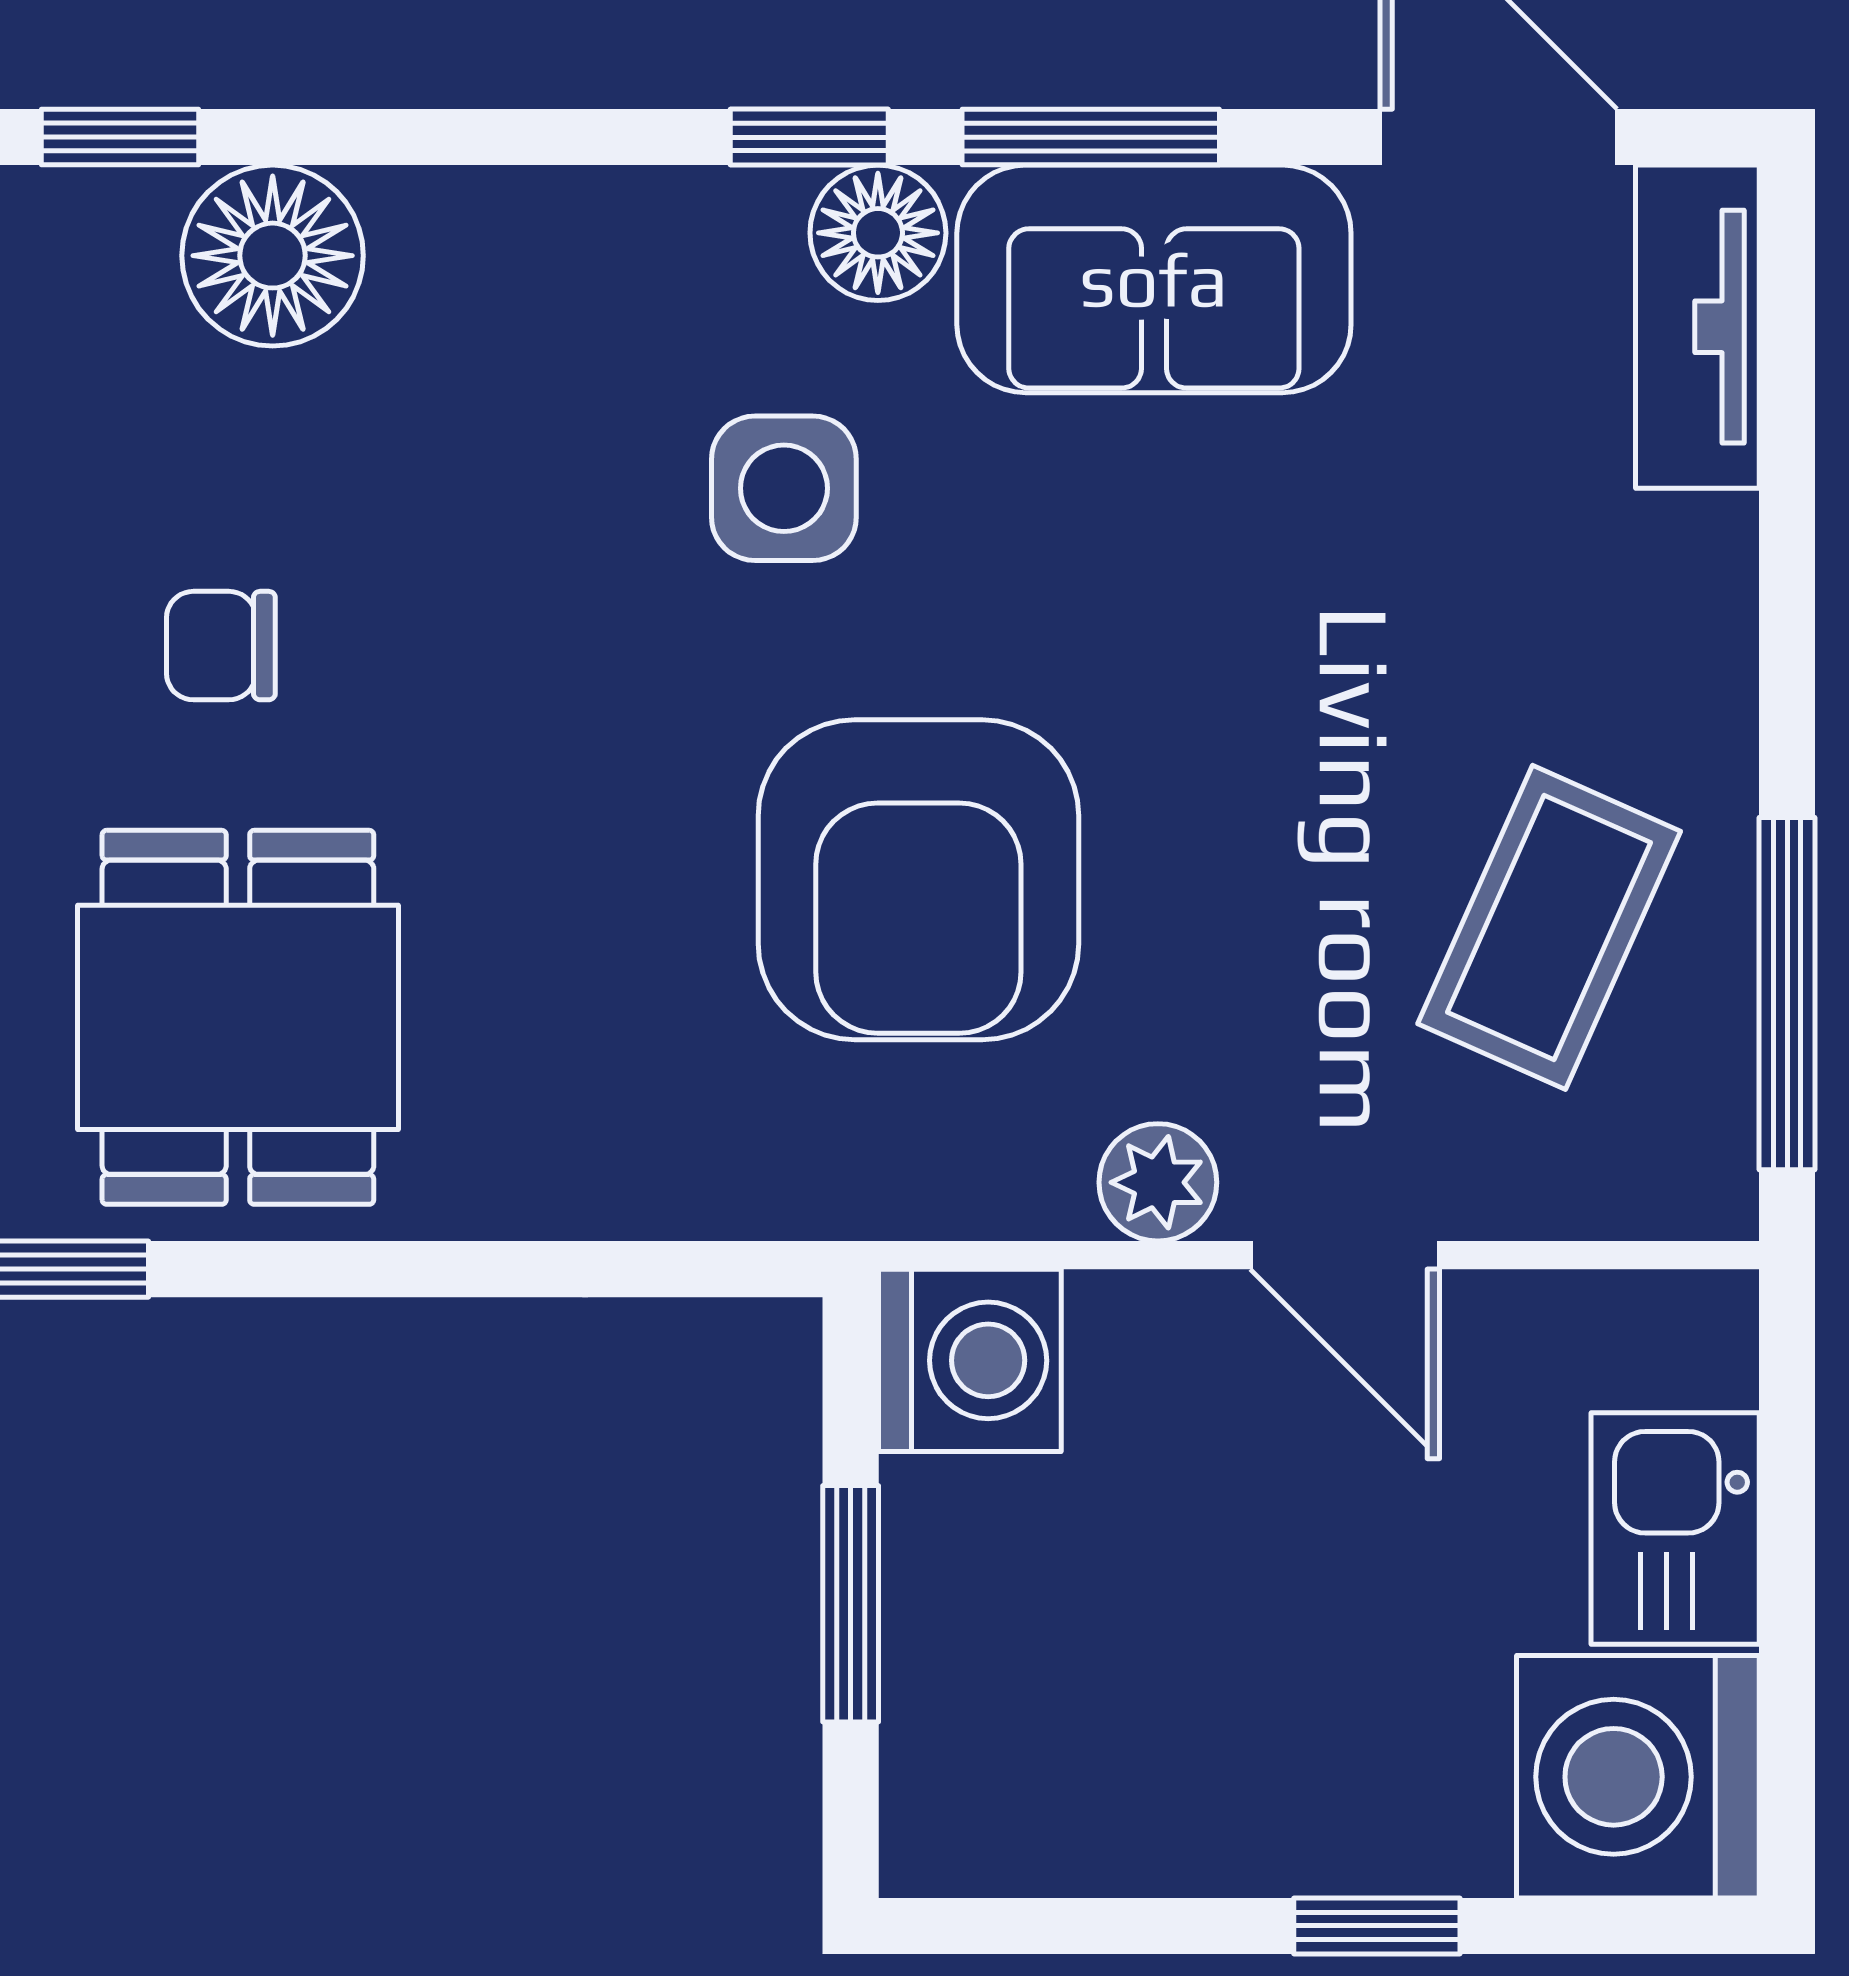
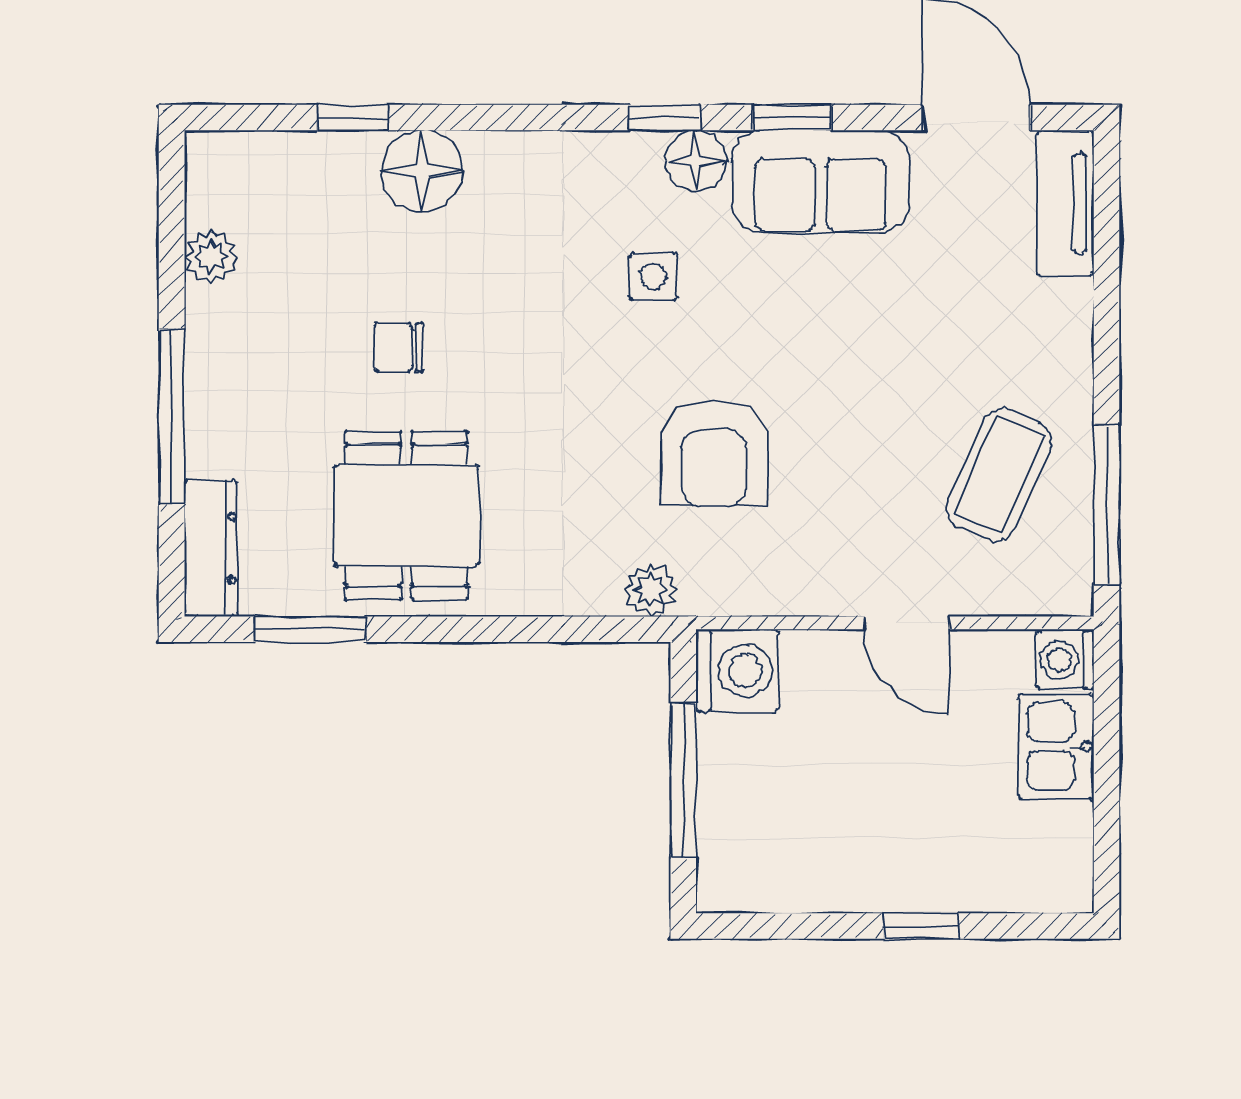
window: (1091, 137) -> (792, 117), width x0.67
side table: (784, 488) -> (653, 276), width x0.73, depth x0.73
armchair: (918, 880) -> (714, 453), width x0.73, depth x0.73
plant: (1158, 1182) -> (650, 590), moved
window: (851, 1604) -> (683, 780), width x1.44
washing machine: (1638, 1777) -> (1065, 660), moved, width x0.53, depth x0.53

